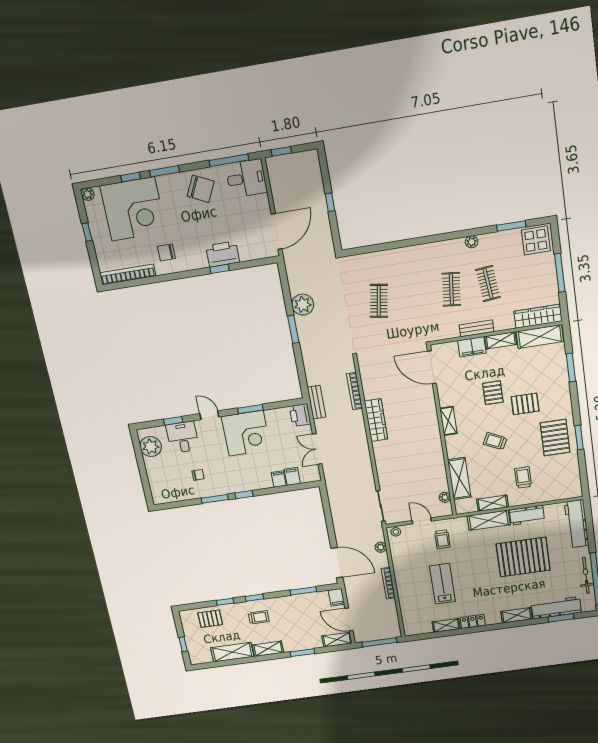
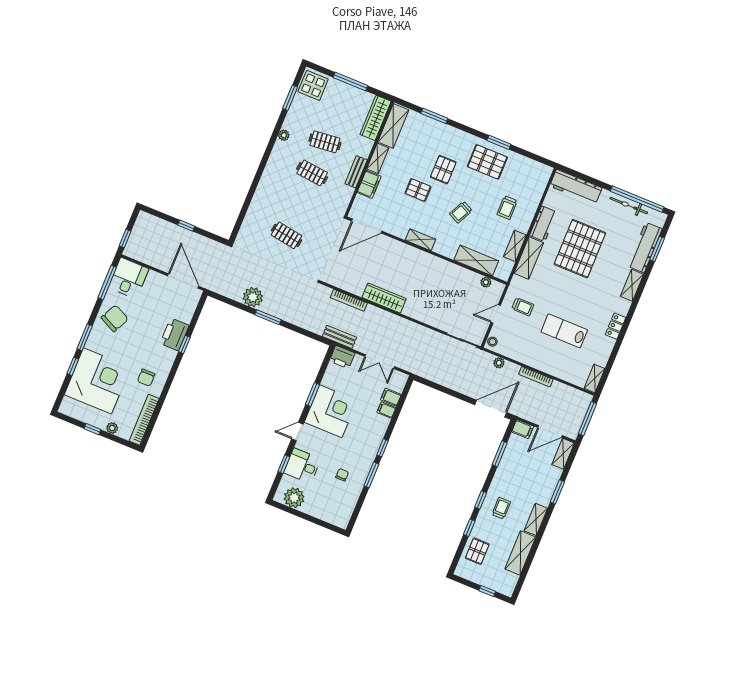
plant: (88, 194) -> (112, 428), moved
trolley: (523, 477) -> (507, 208), turned -90
shelving: (446, 625) -> (595, 378), moved

